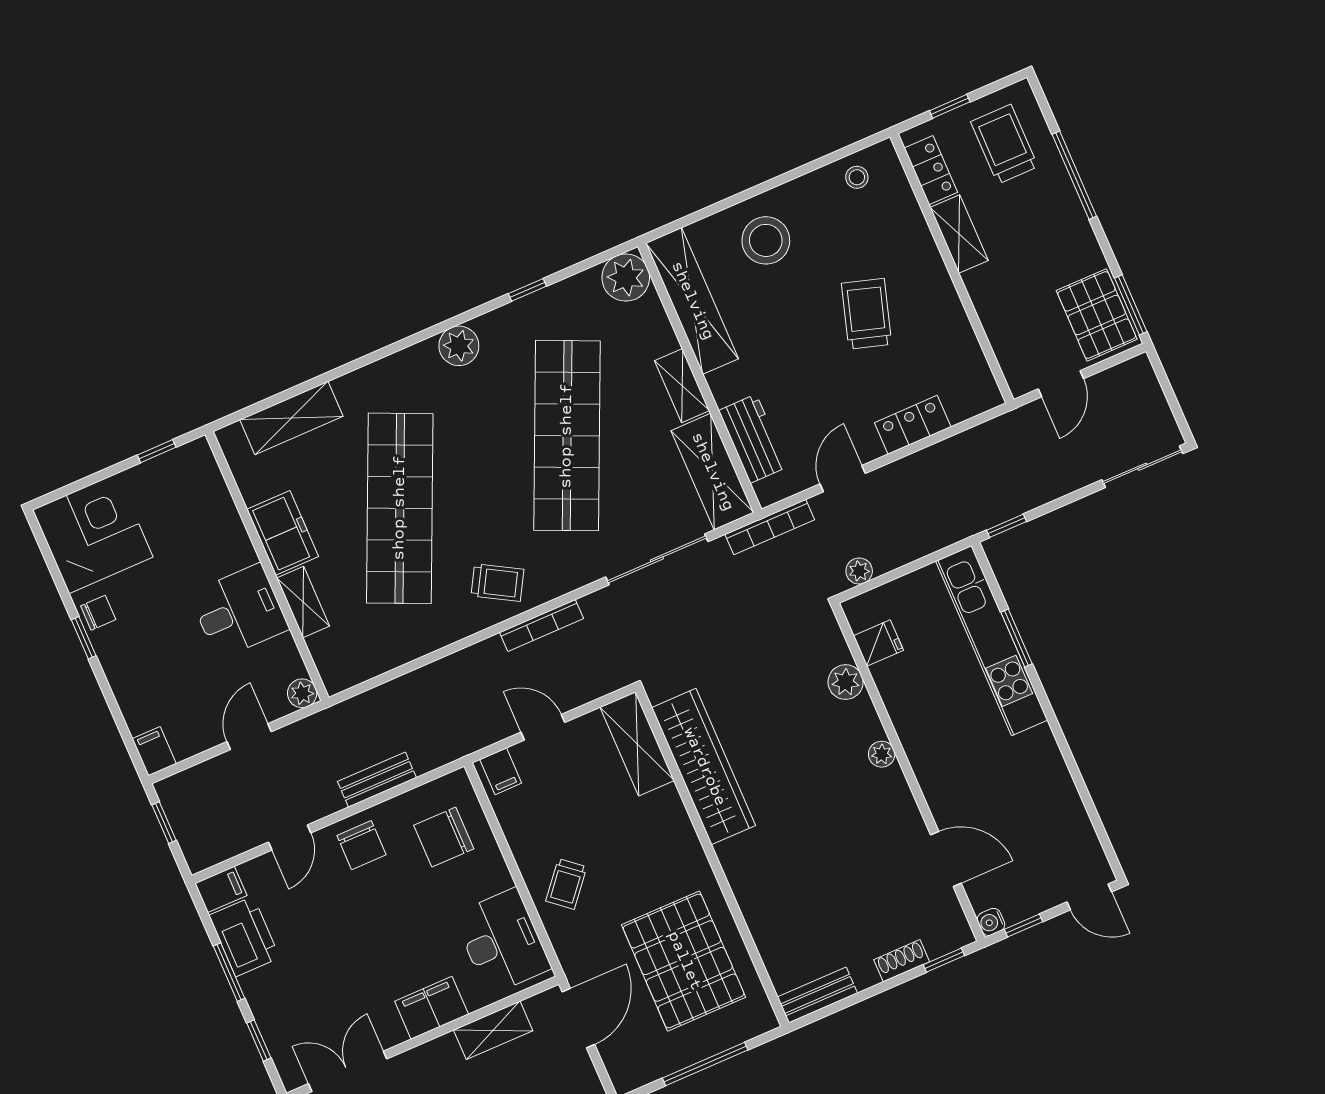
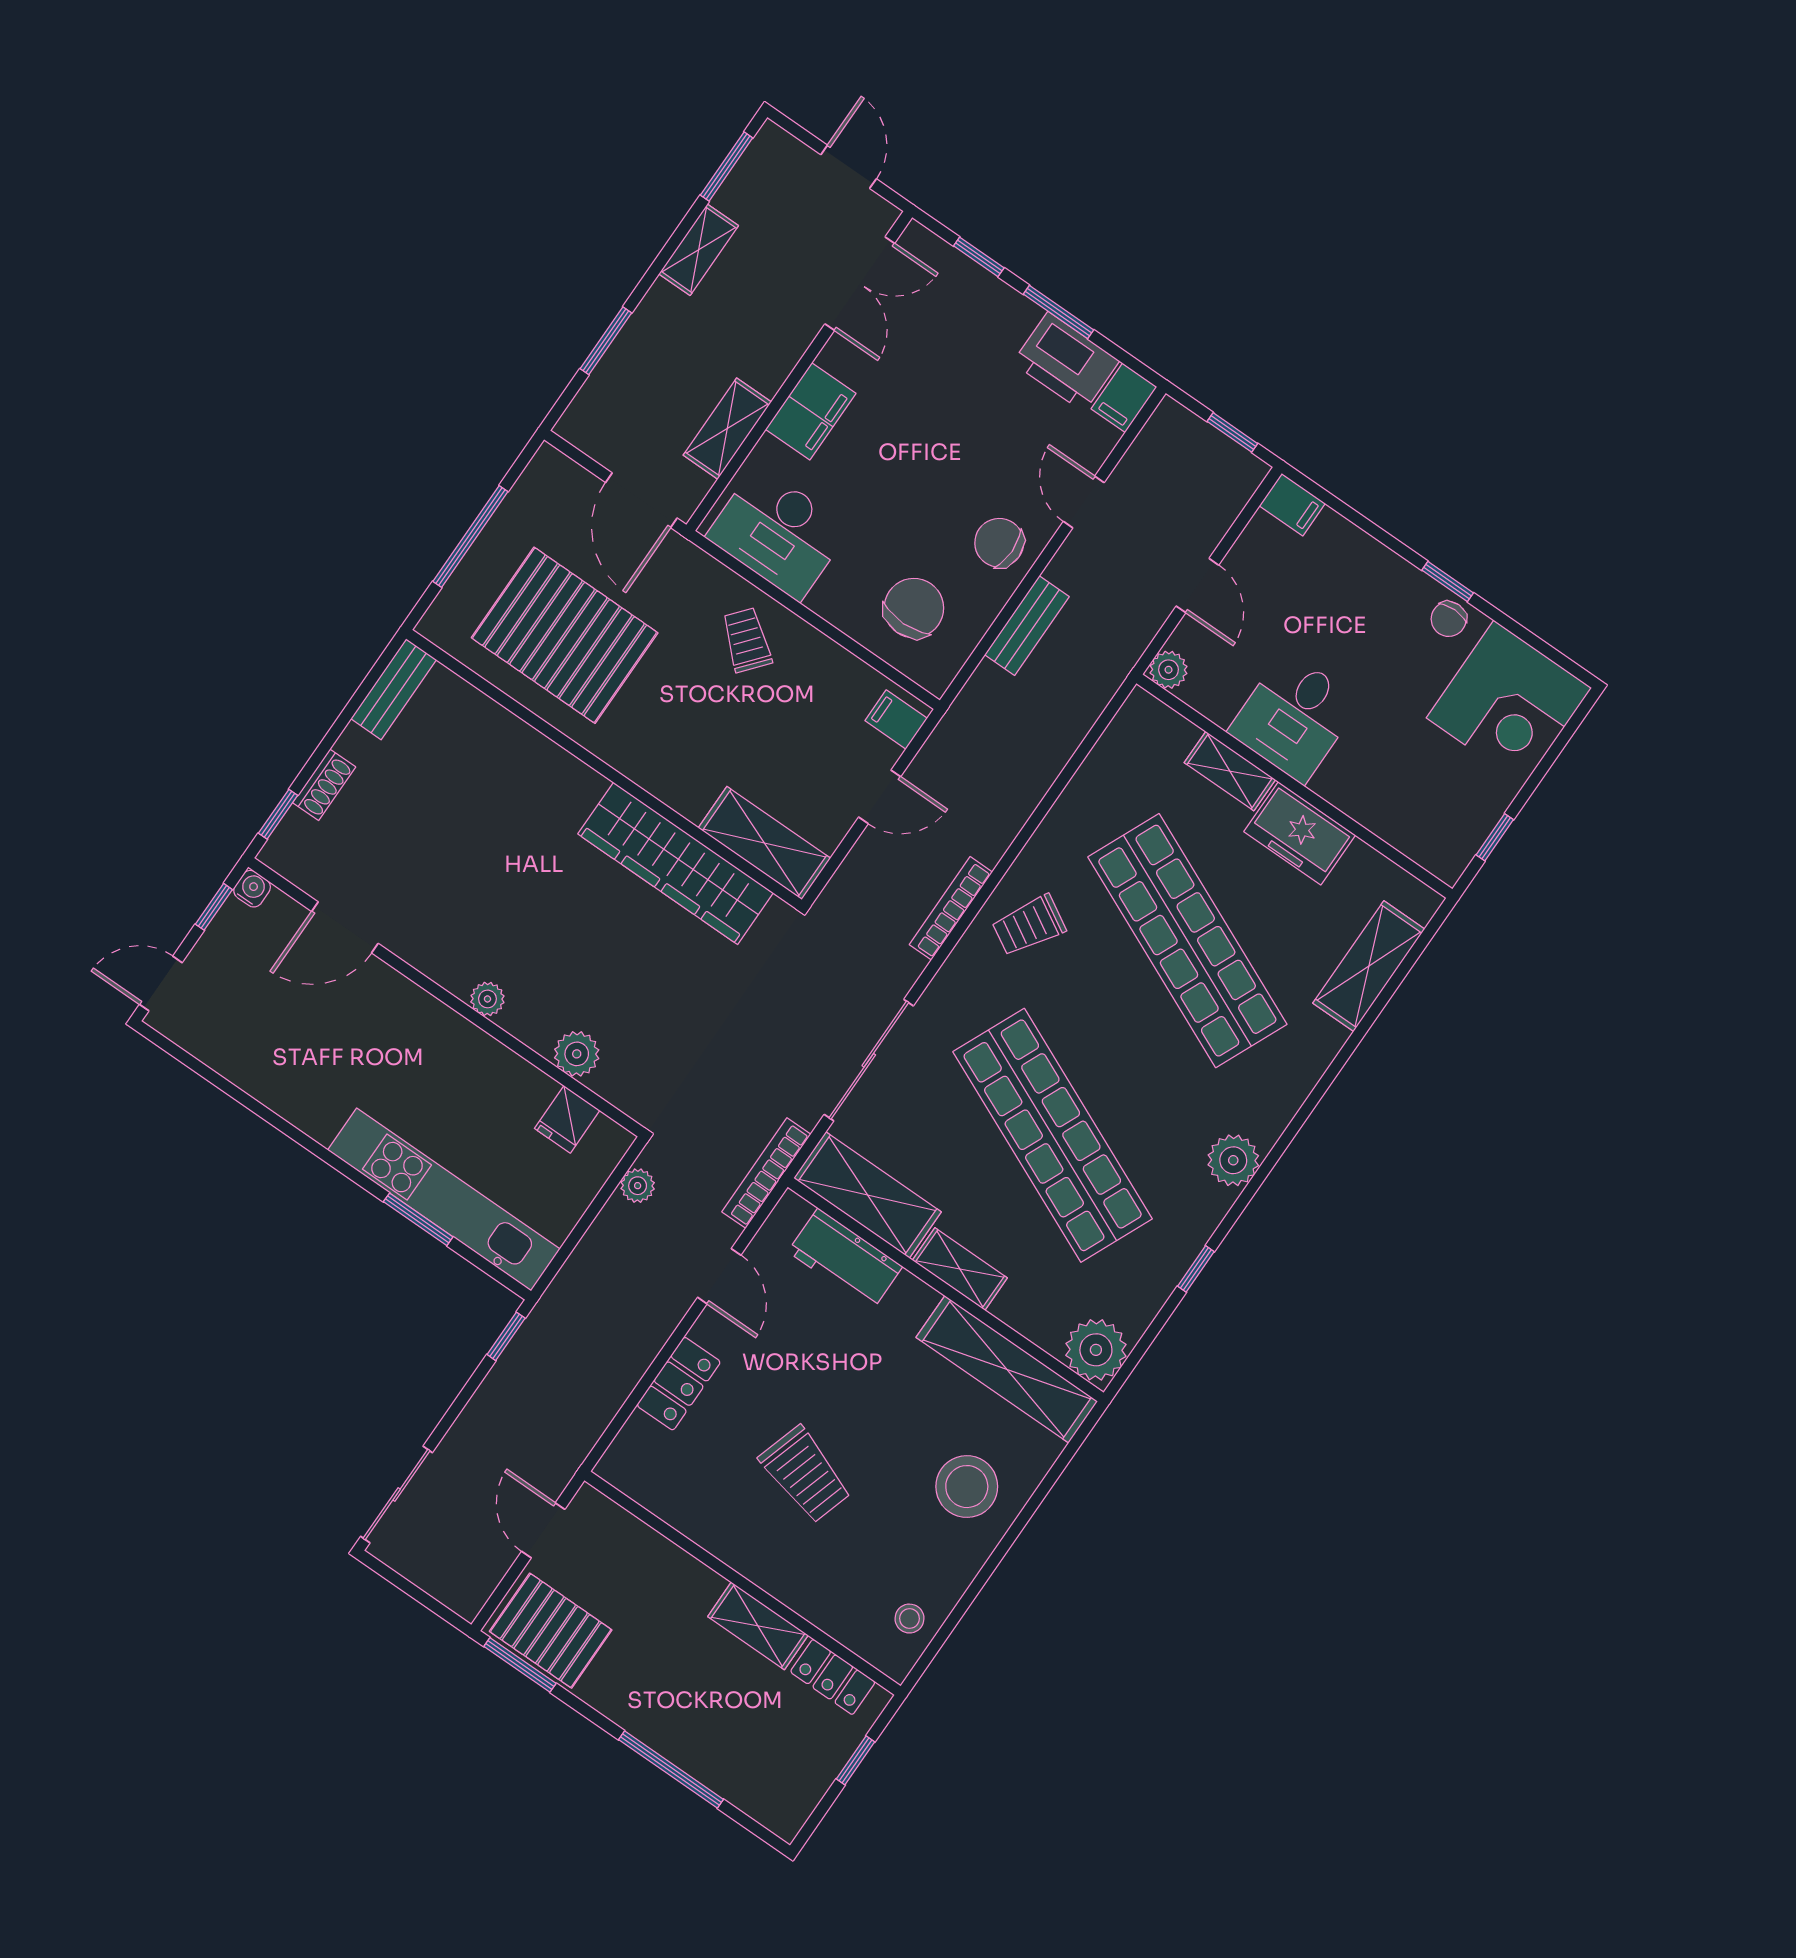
trolley: (1004, 144) -> (769, 1756), removed

